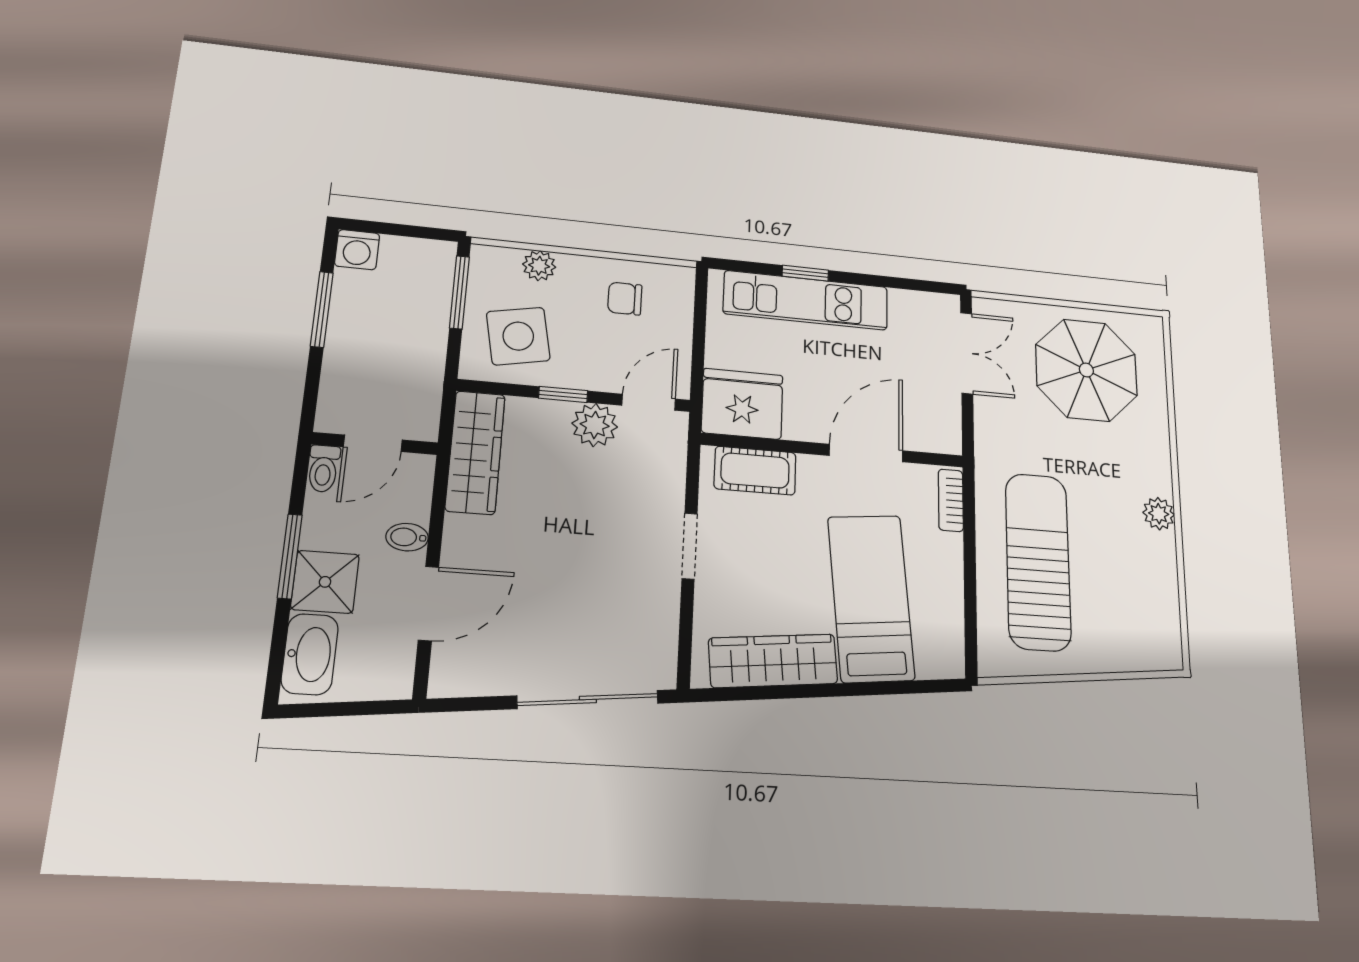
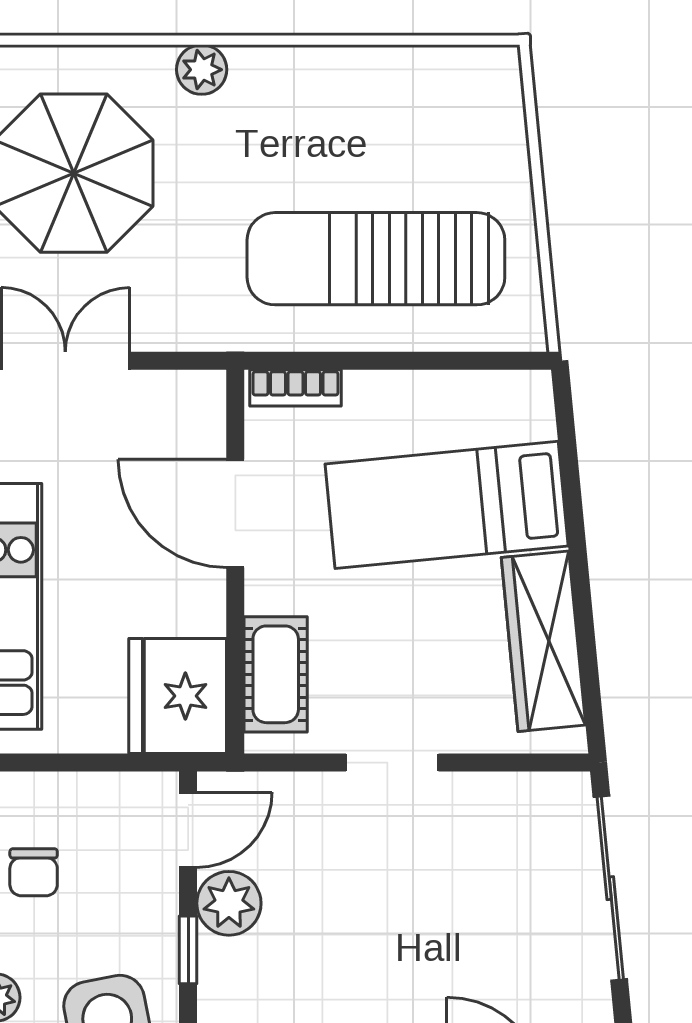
door: (649, 402) -> (188, 830), swing flipped
plant: (1159, 514) -> (202, 70), moved

